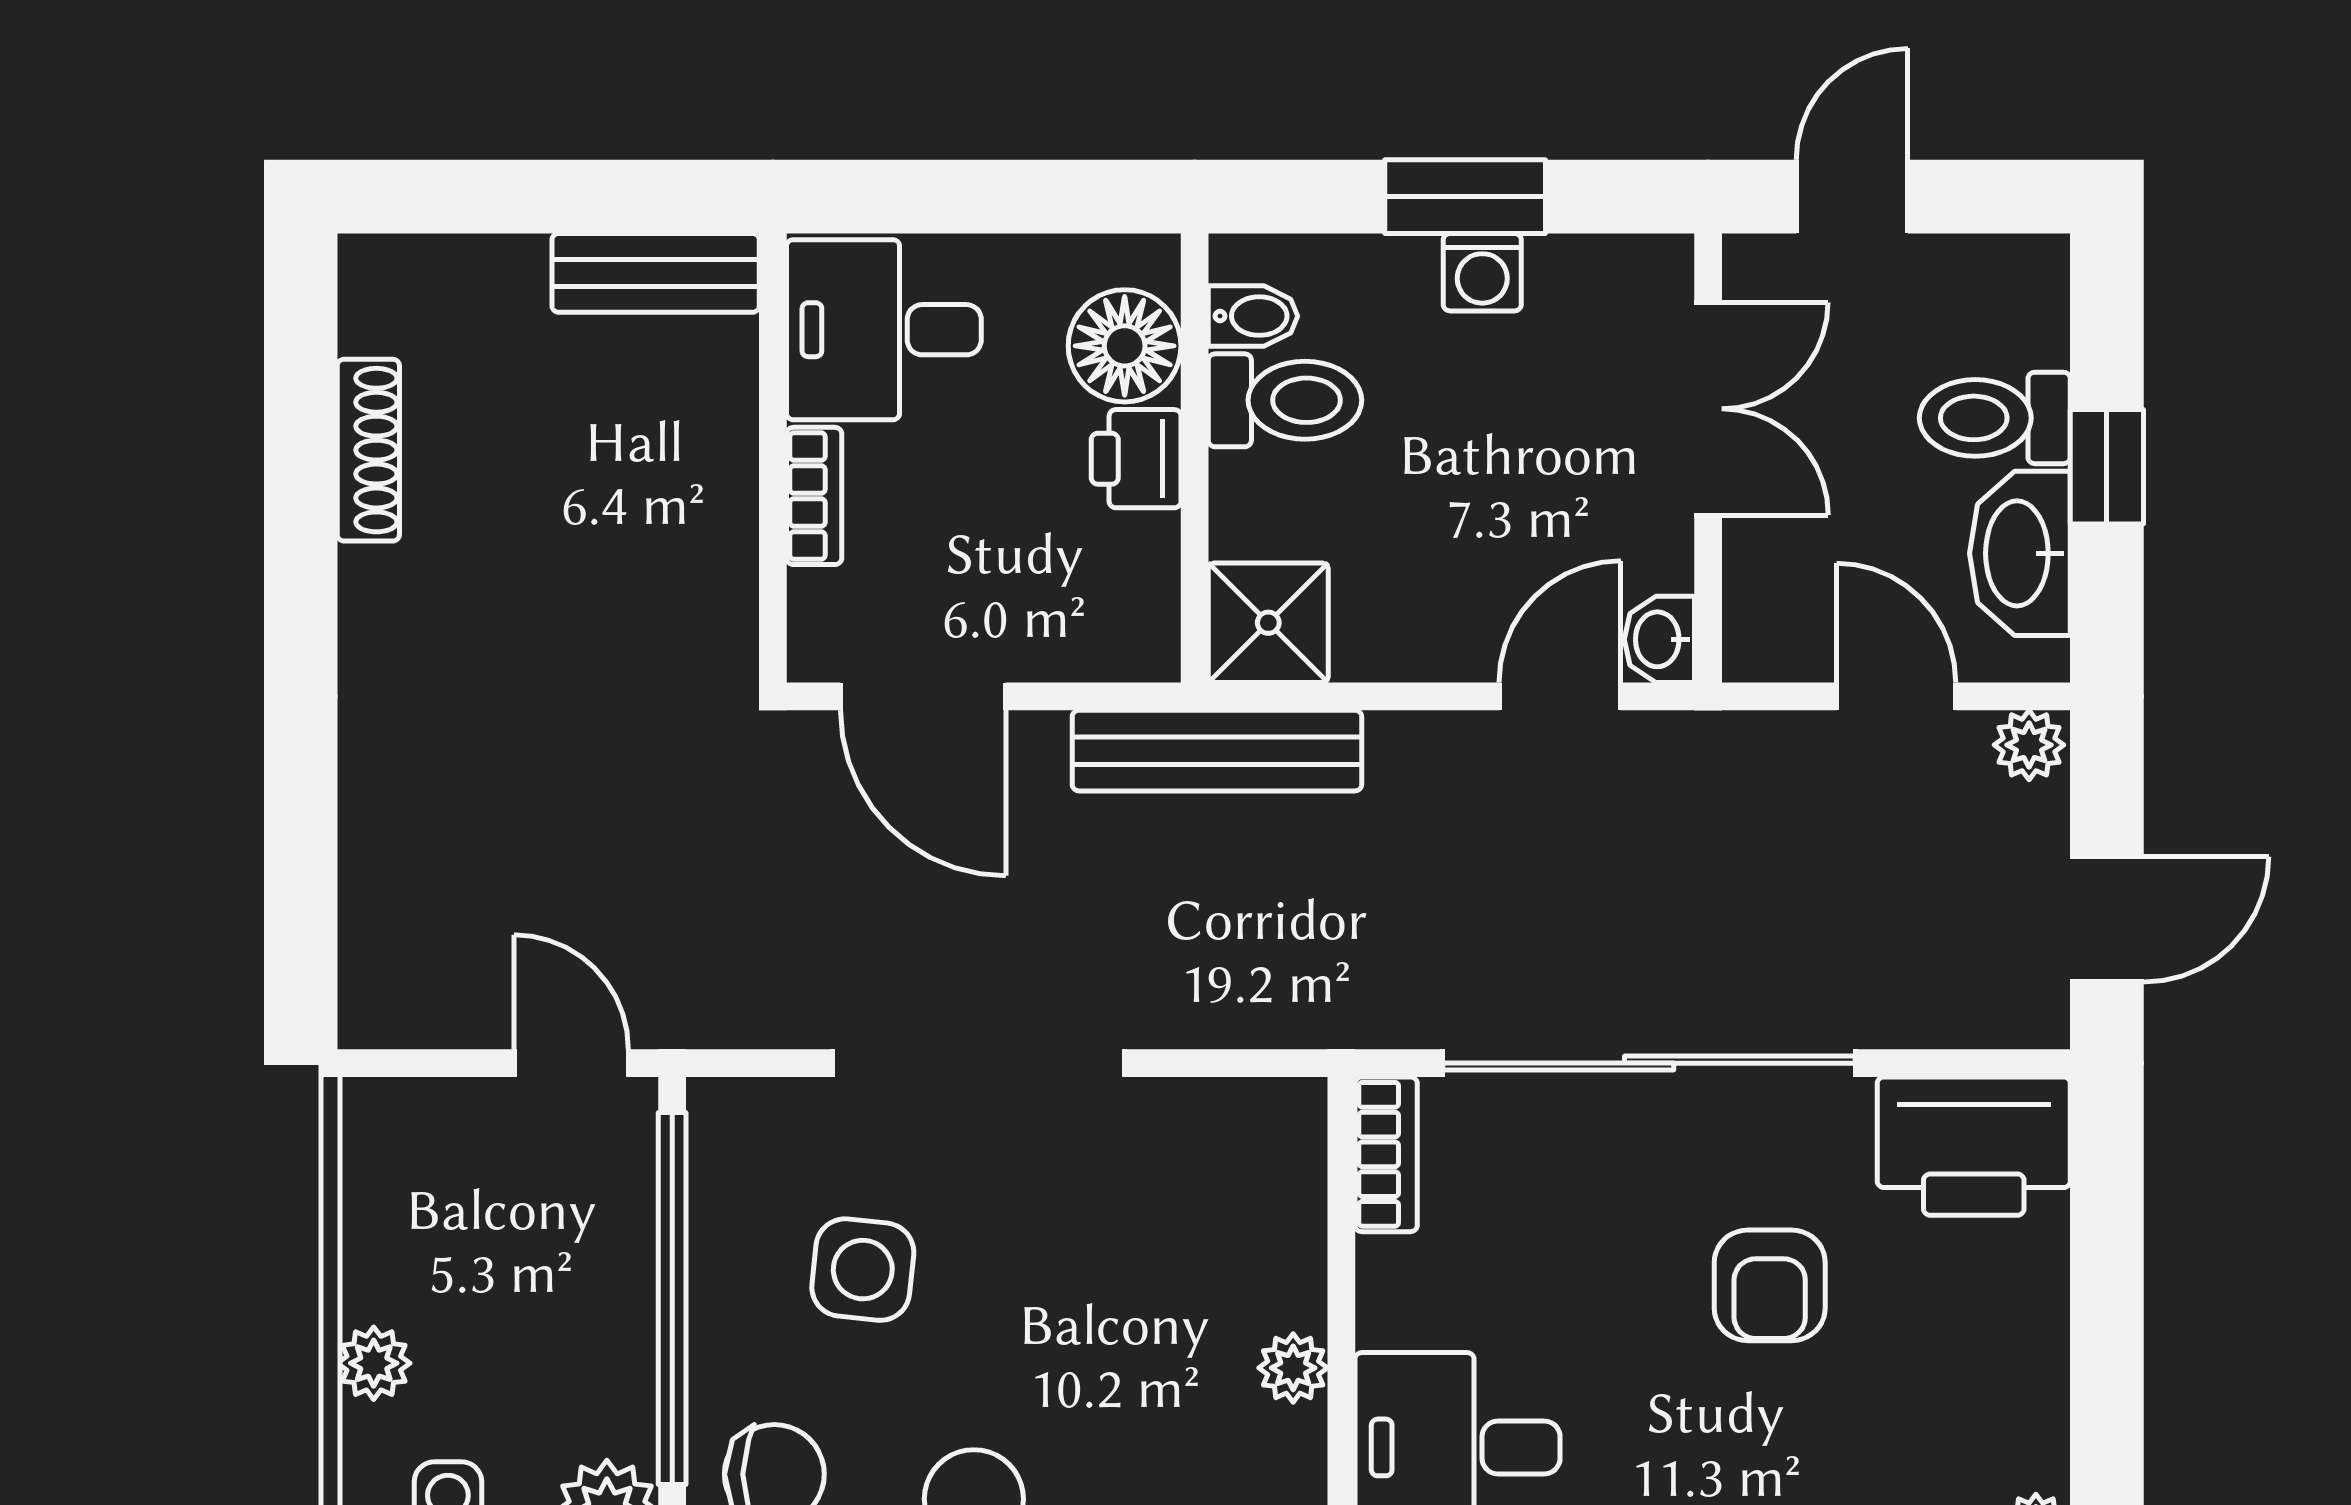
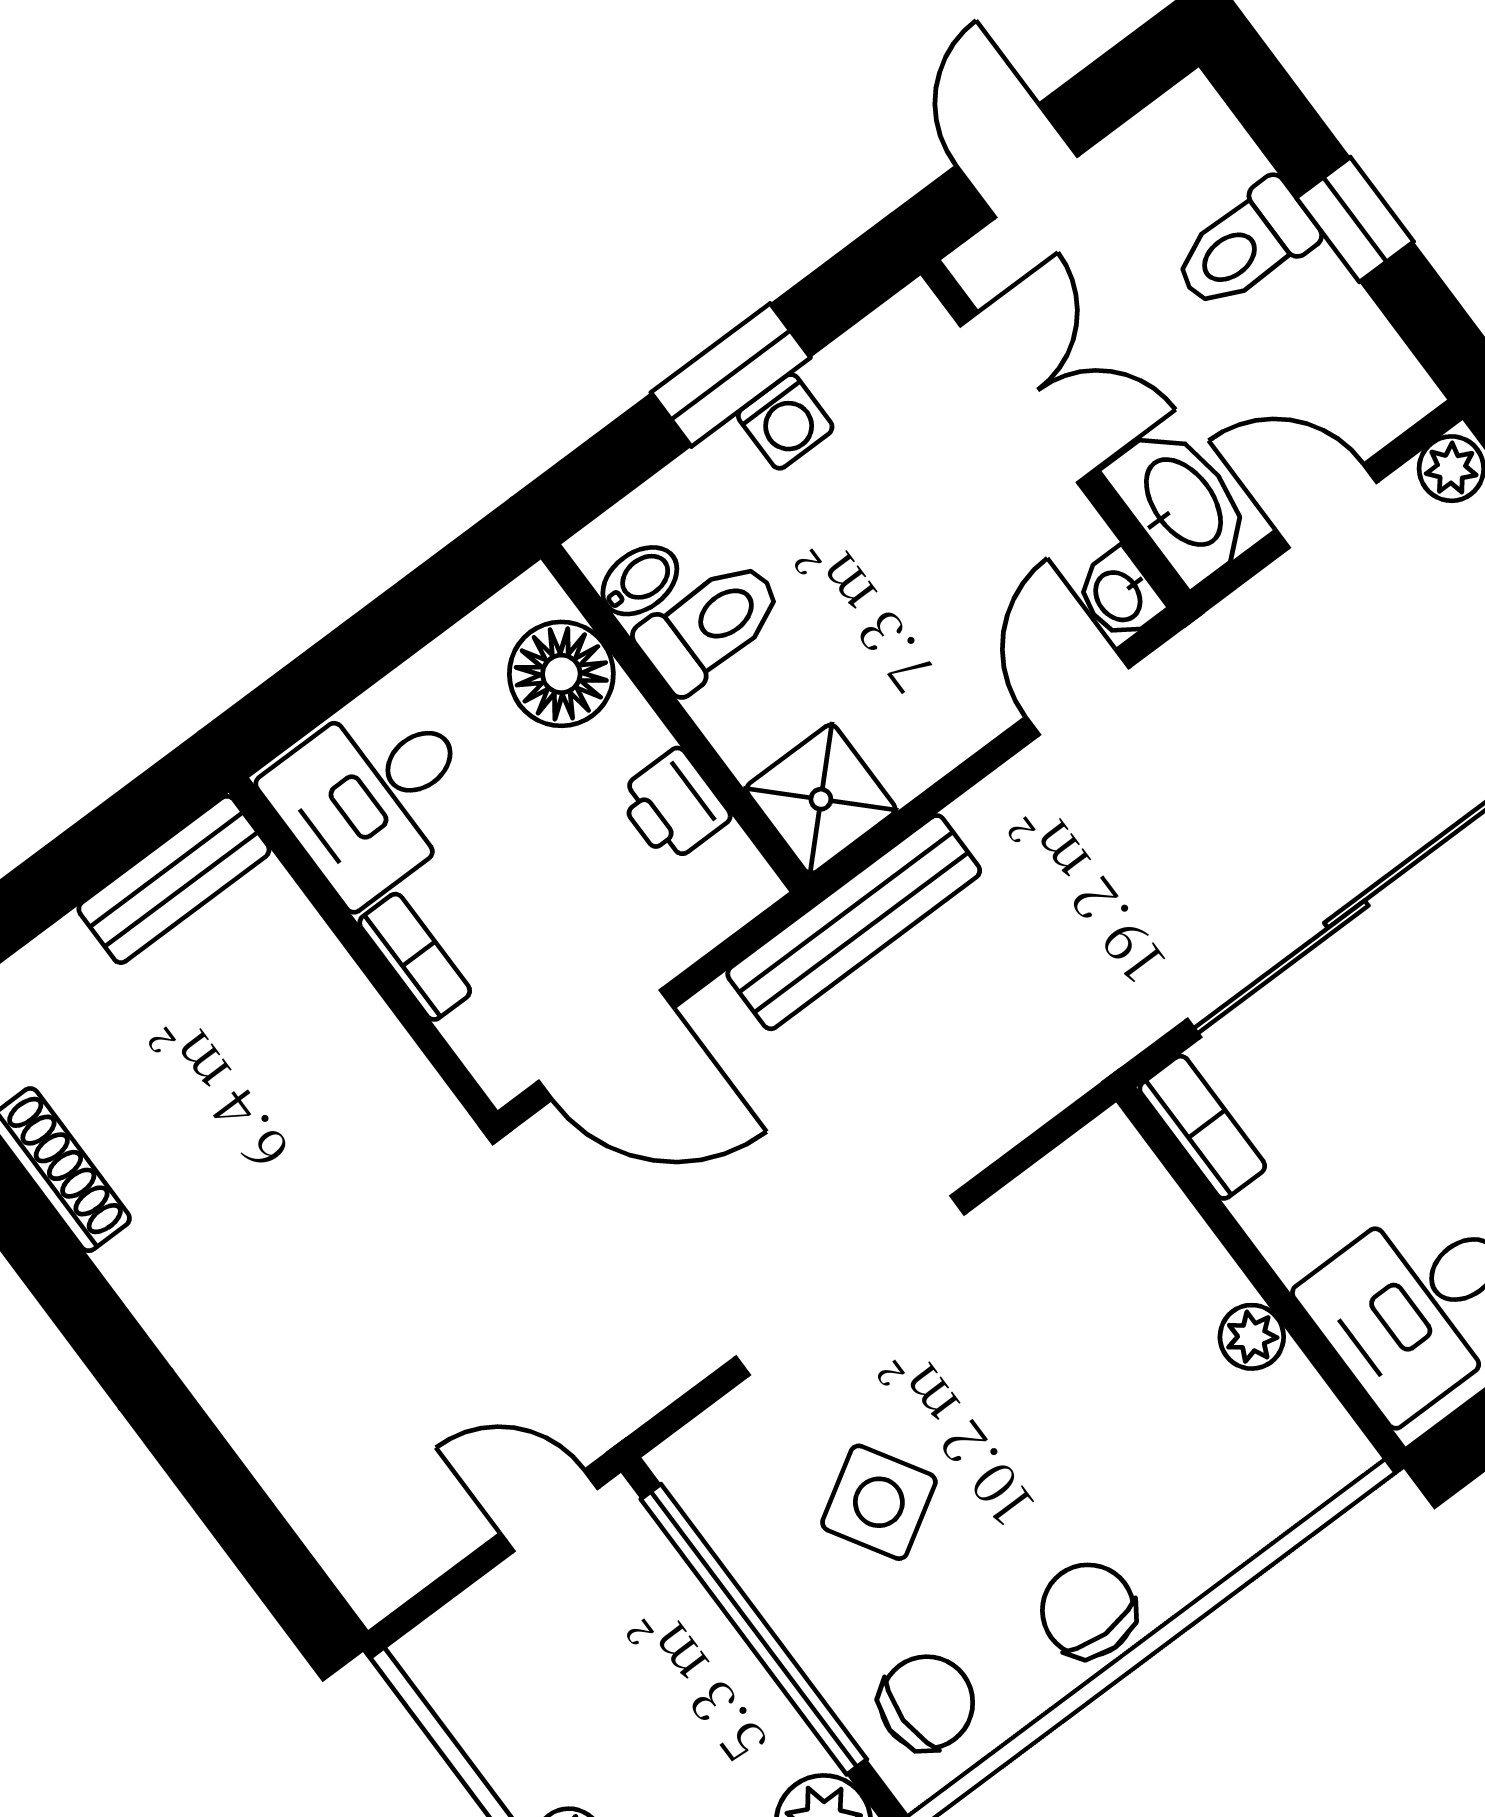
printer: (1136, 459) -> (673, 806), moved
washbasin: (2020, 553) -> (1181, 504), moved, turned 180
side table: (863, 1270) -> (879, 1502), turned -37

